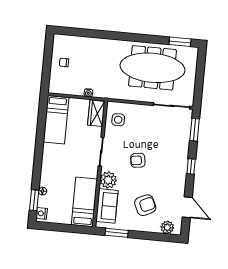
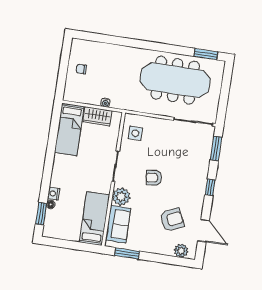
wardrobe: (96, 113) -> (97, 116), moved, turned -90
armchair: (145, 205) -> (172, 220), moved
nightstand: (42, 213) -> (54, 194), moved

